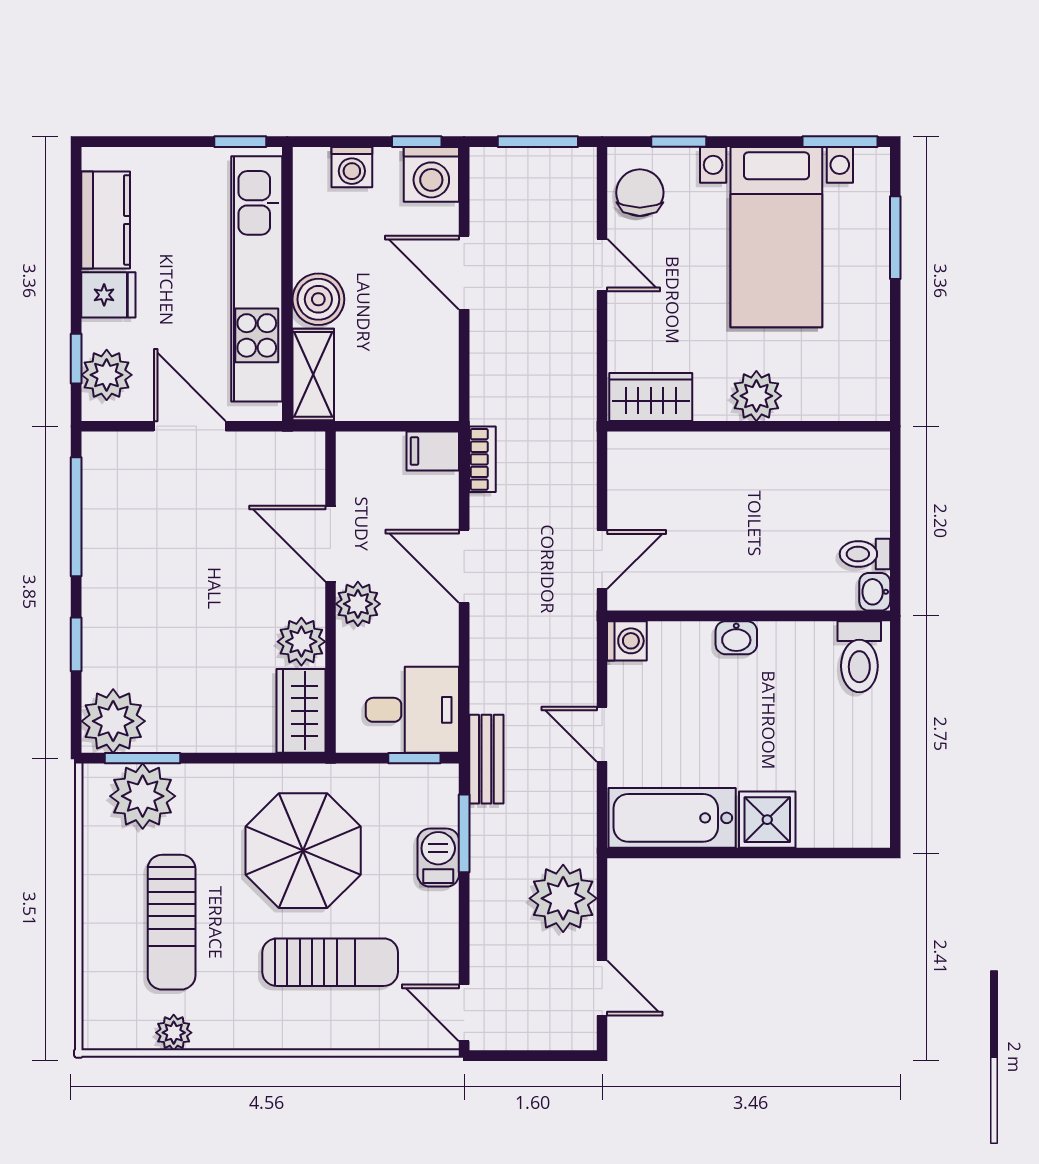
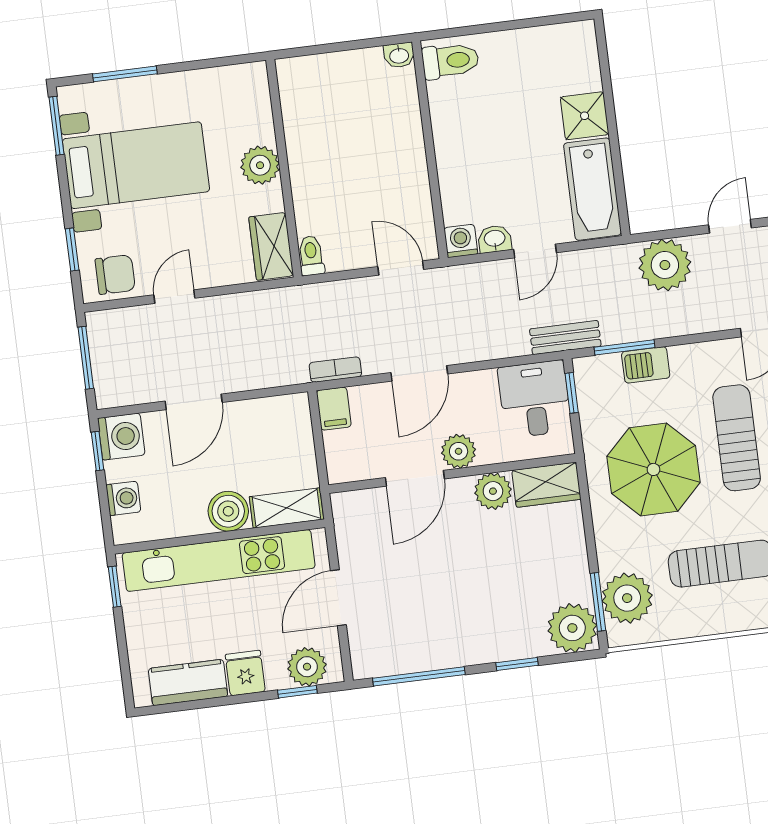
chair: (640, 193) -> (115, 275), turned 180
toilet: (865, 554) -> (311, 256), moved, turned 180
washbasin: (736, 638) -> (495, 239), moved, turned -90

